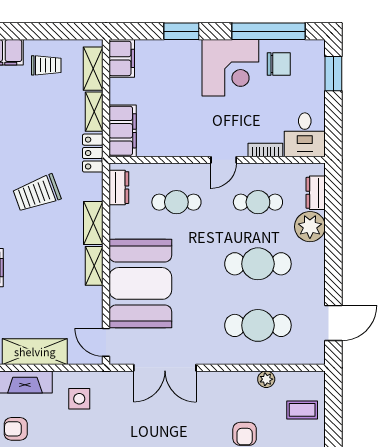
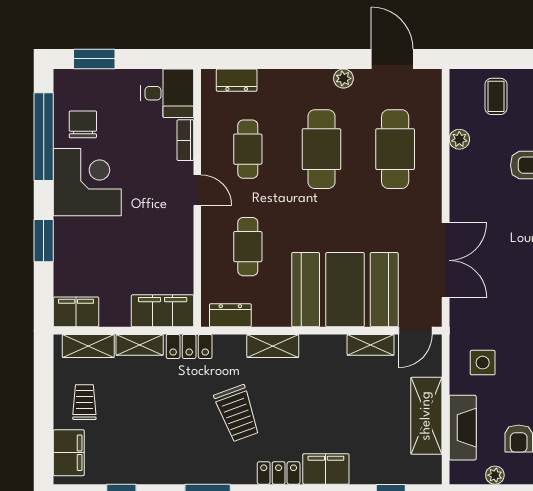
plant: (310, 227) -> (343, 78), moved, width x0.53, depth x0.53
shelving: (94, 266) -> (371, 345), moved

